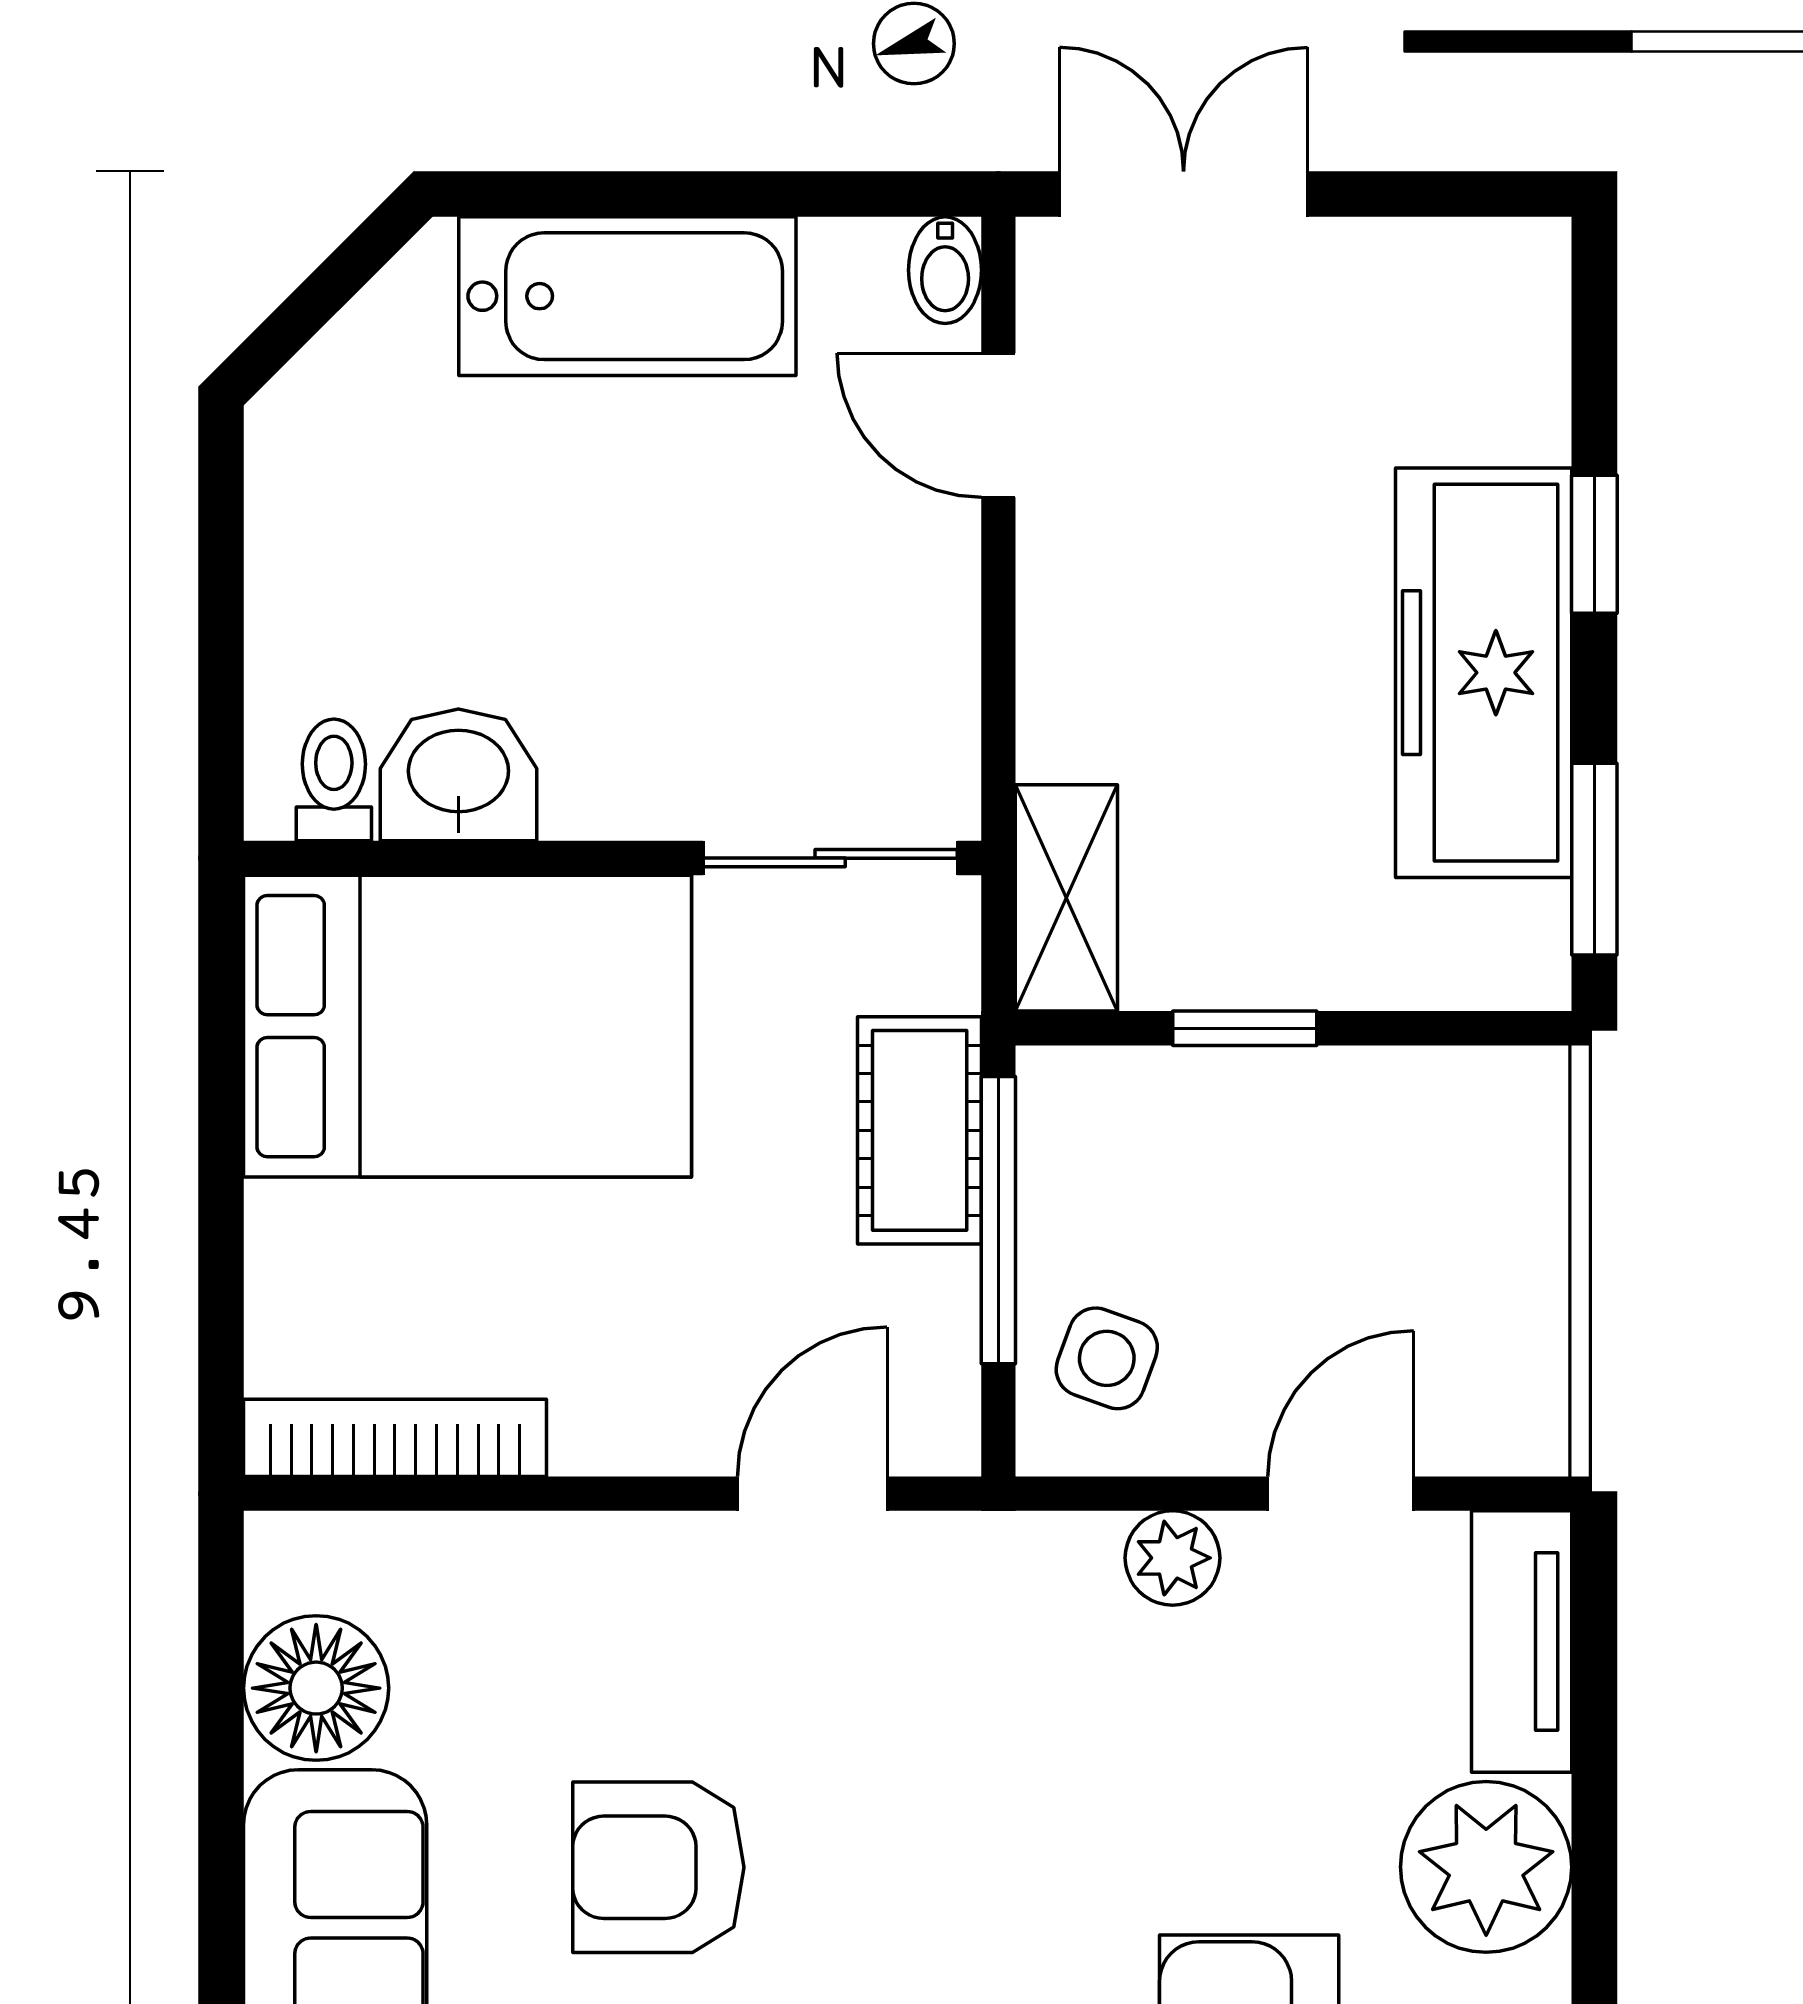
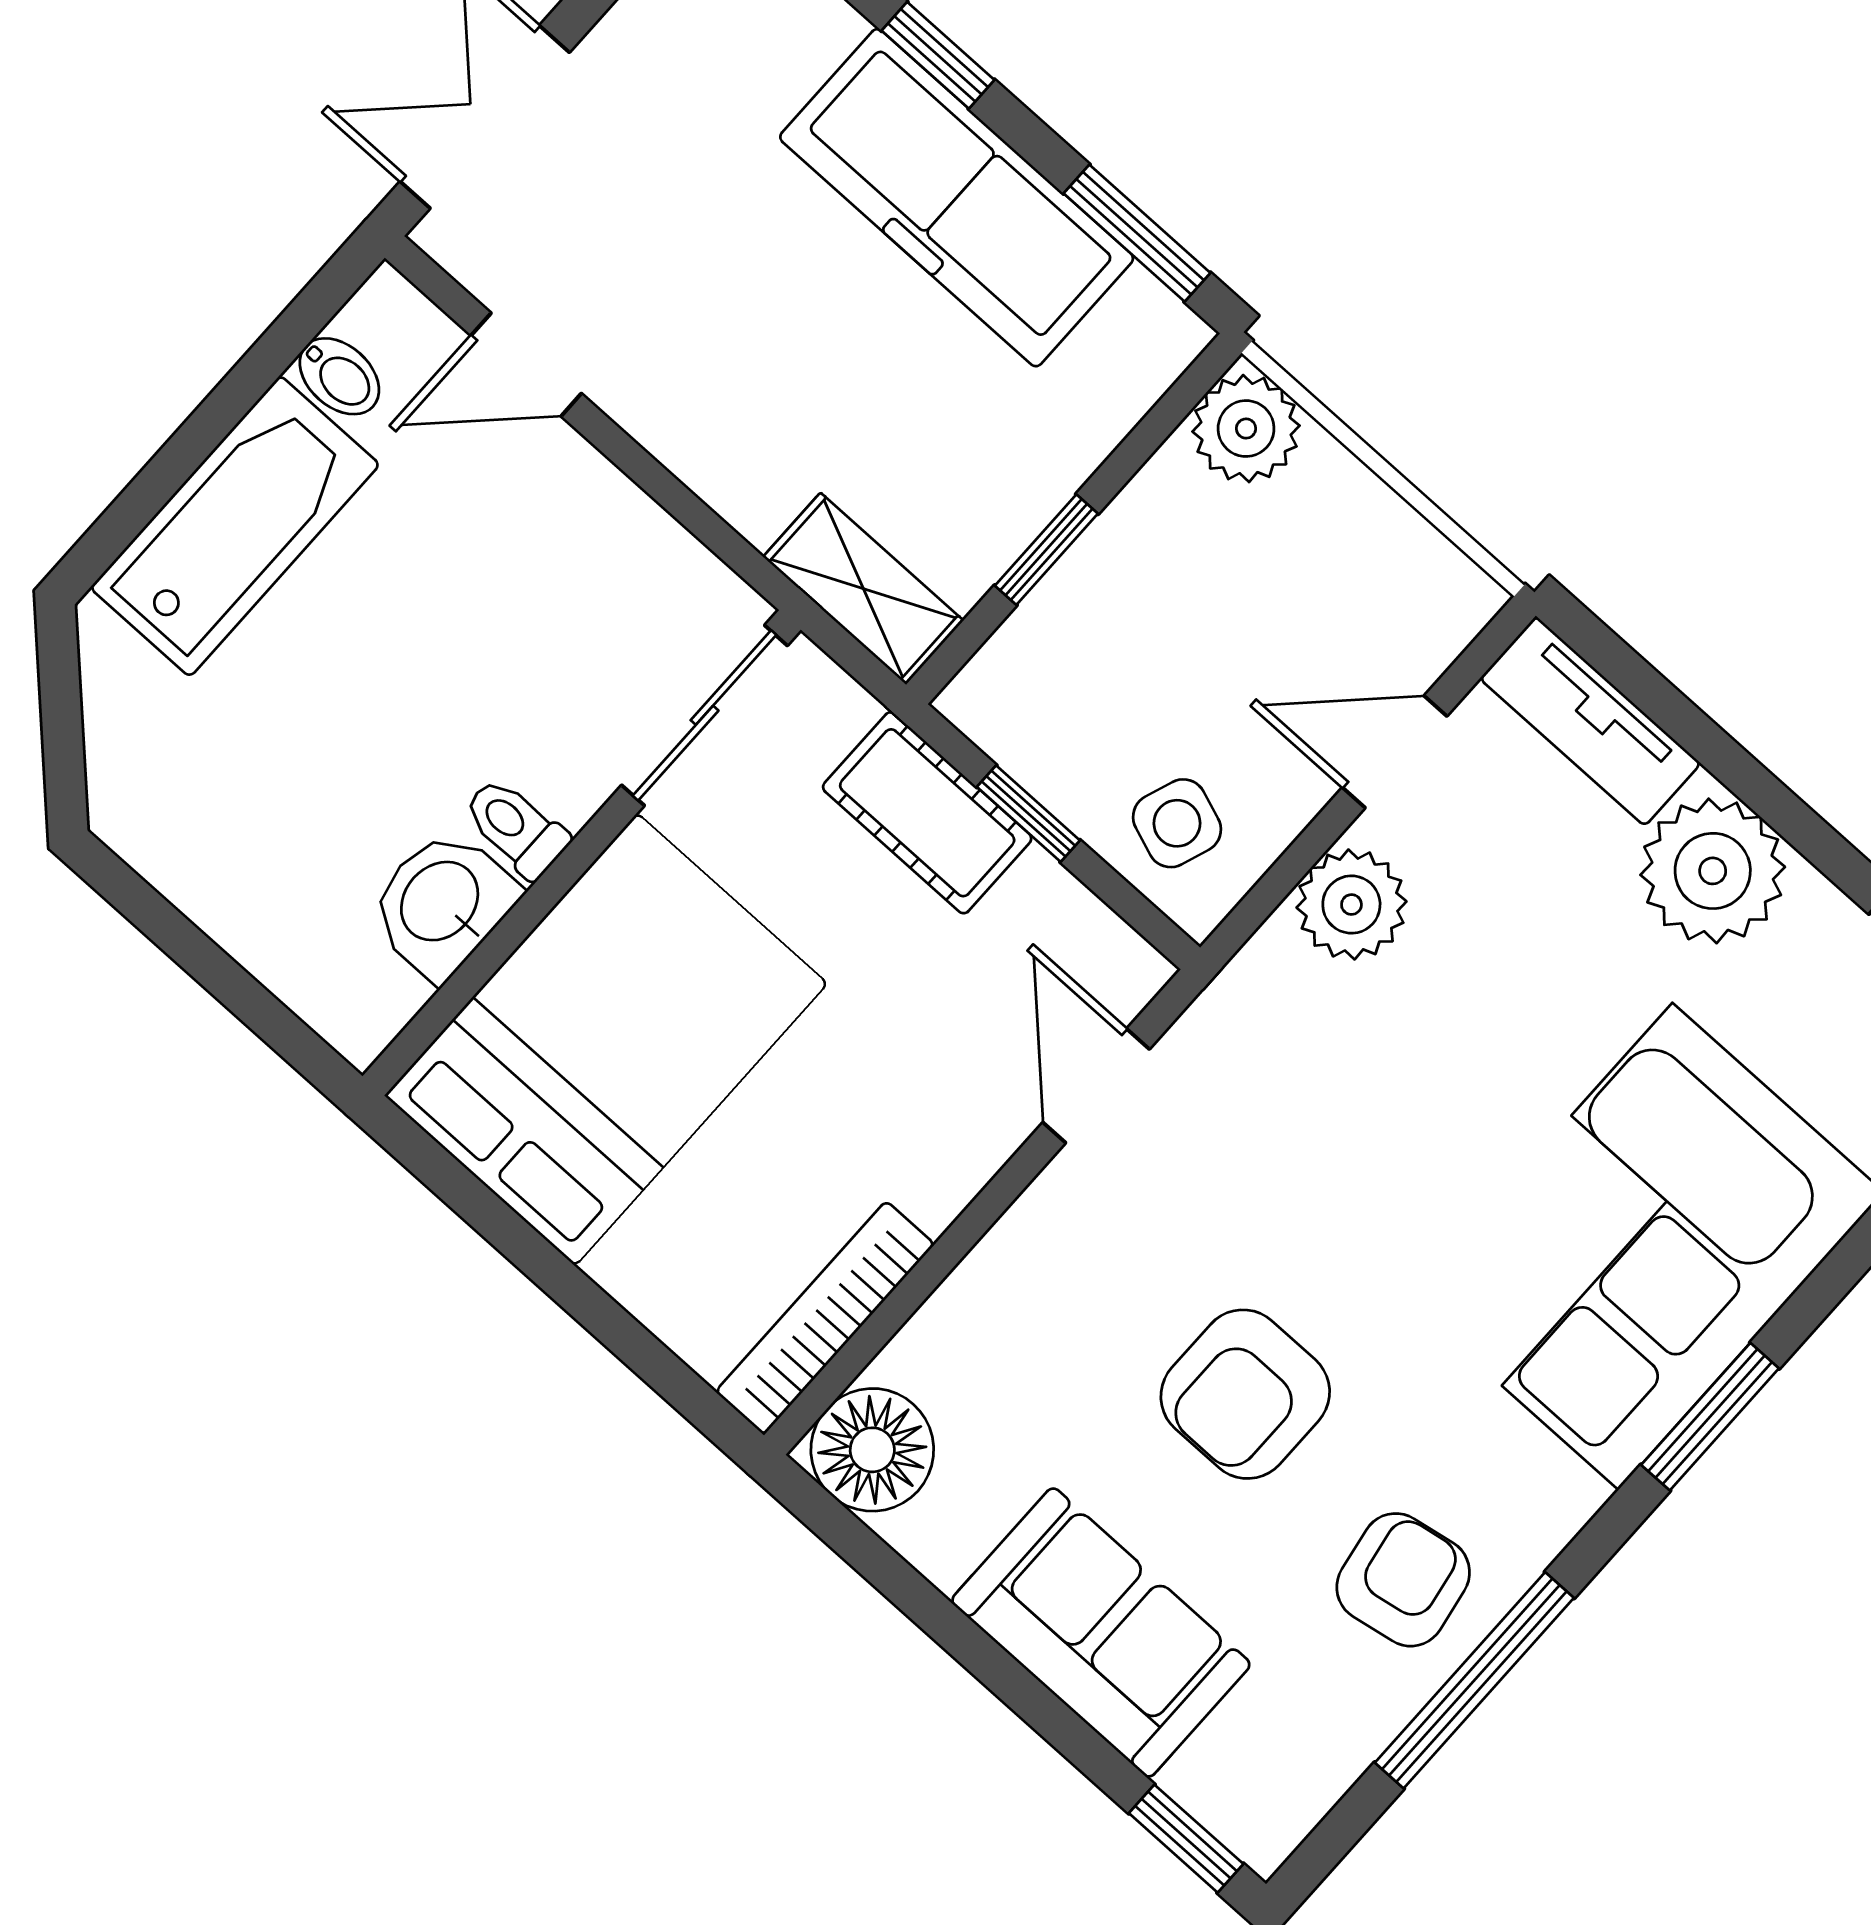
bidet: (945, 270) -> (339, 376), moved
toilet: (334, 780) -> (516, 827), moved
plant: (1508, 1109) -> (1246, 429), added
window: (998, 1220) -> (1028, 814), width x0.46
door: (1341, 1494) -> (1395, 752), hinge flipped
plant: (1173, 1558) -> (1351, 905), width x1.38, depth x1.38
floor lamp: (316, 1688) -> (872, 1450), moved

